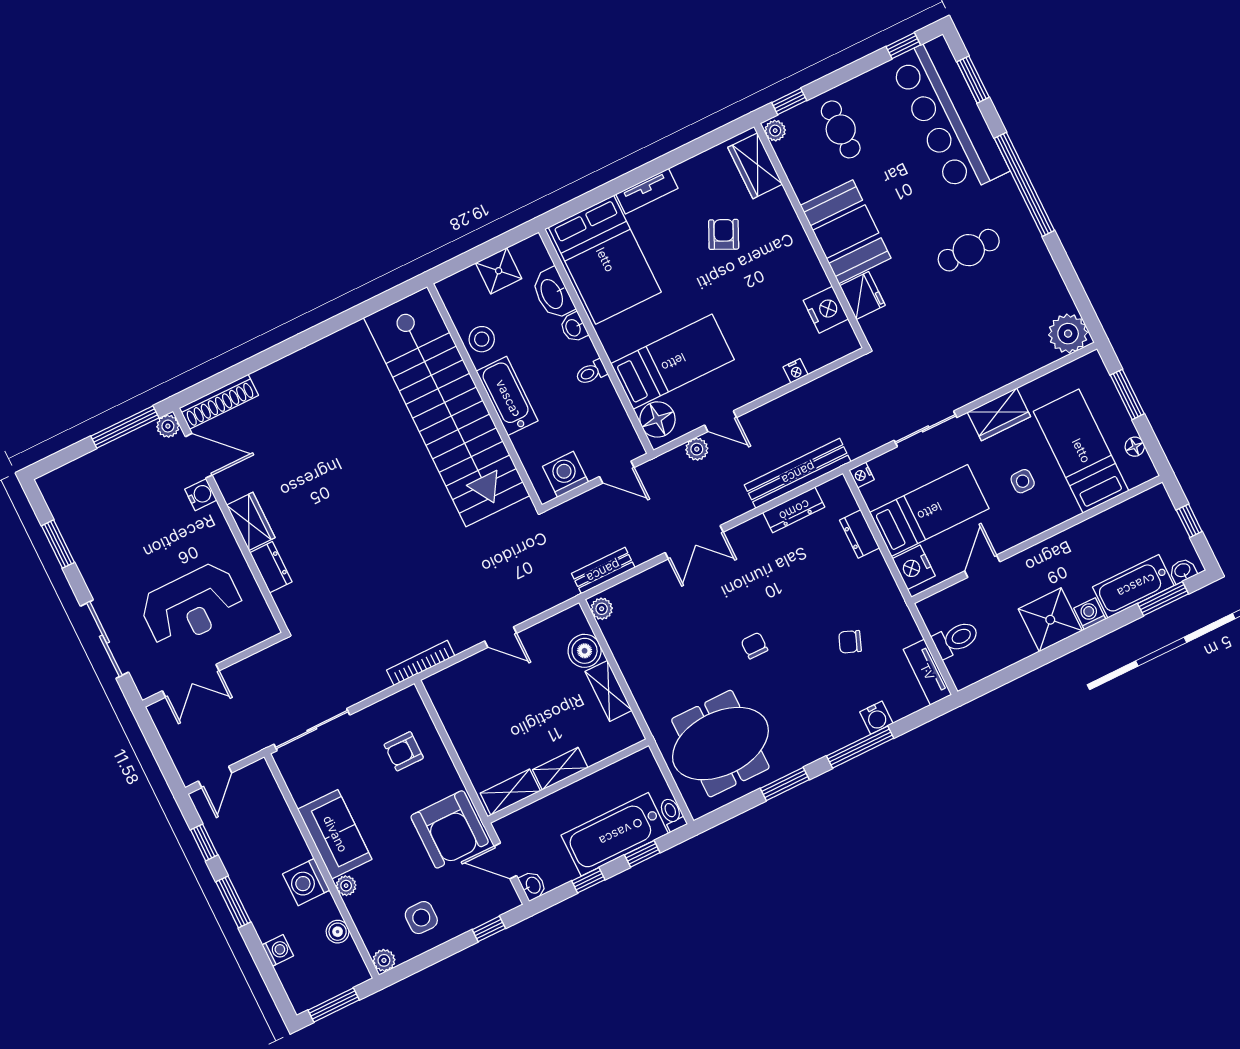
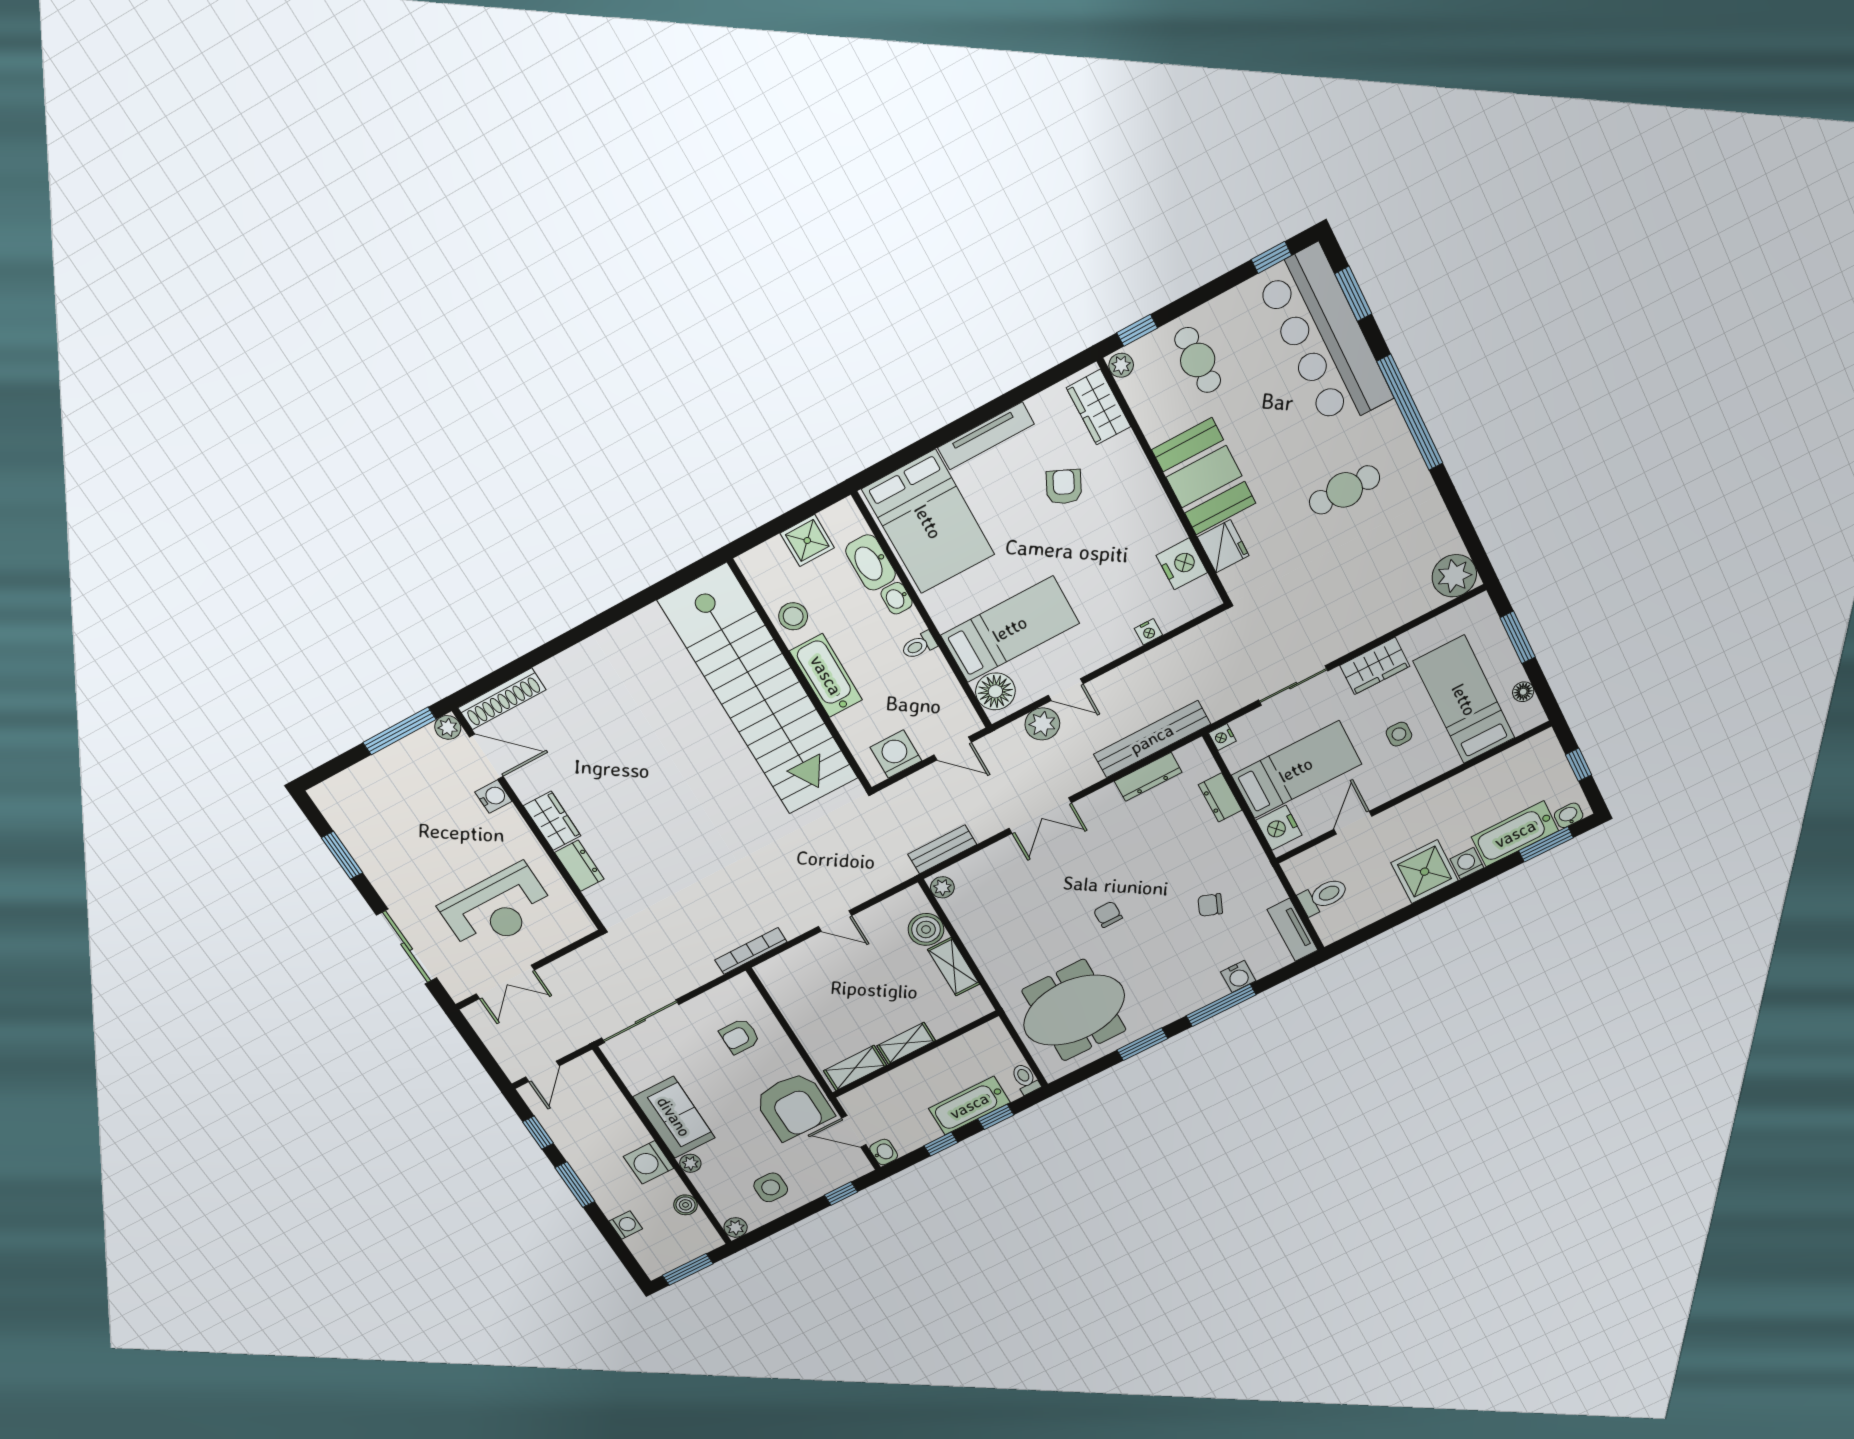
tv unit: (647, 191) -> (986, 436), width x1.41
plant: (697, 449) -> (1042, 724), width x1.38, depth x1.38
bathtub: (615, 834) -> (969, 1106), width x0.73, depth x0.73

